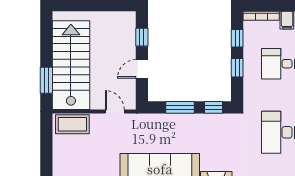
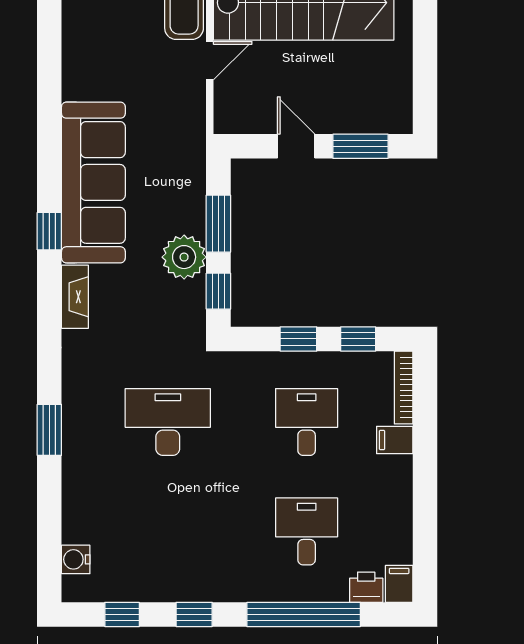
window: (142, 37) -> (360, 146), width x1.50
door: (115, 112) -> (210, 61), moved
plant: (197, 124) -> (184, 257), added

